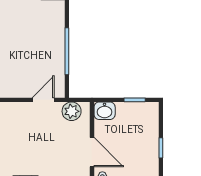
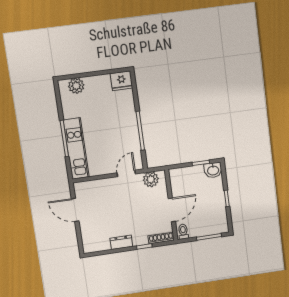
washbasin: (105, 111) -> (213, 170), moved
door: (92, 152) -> (172, 210), hinge flipped

